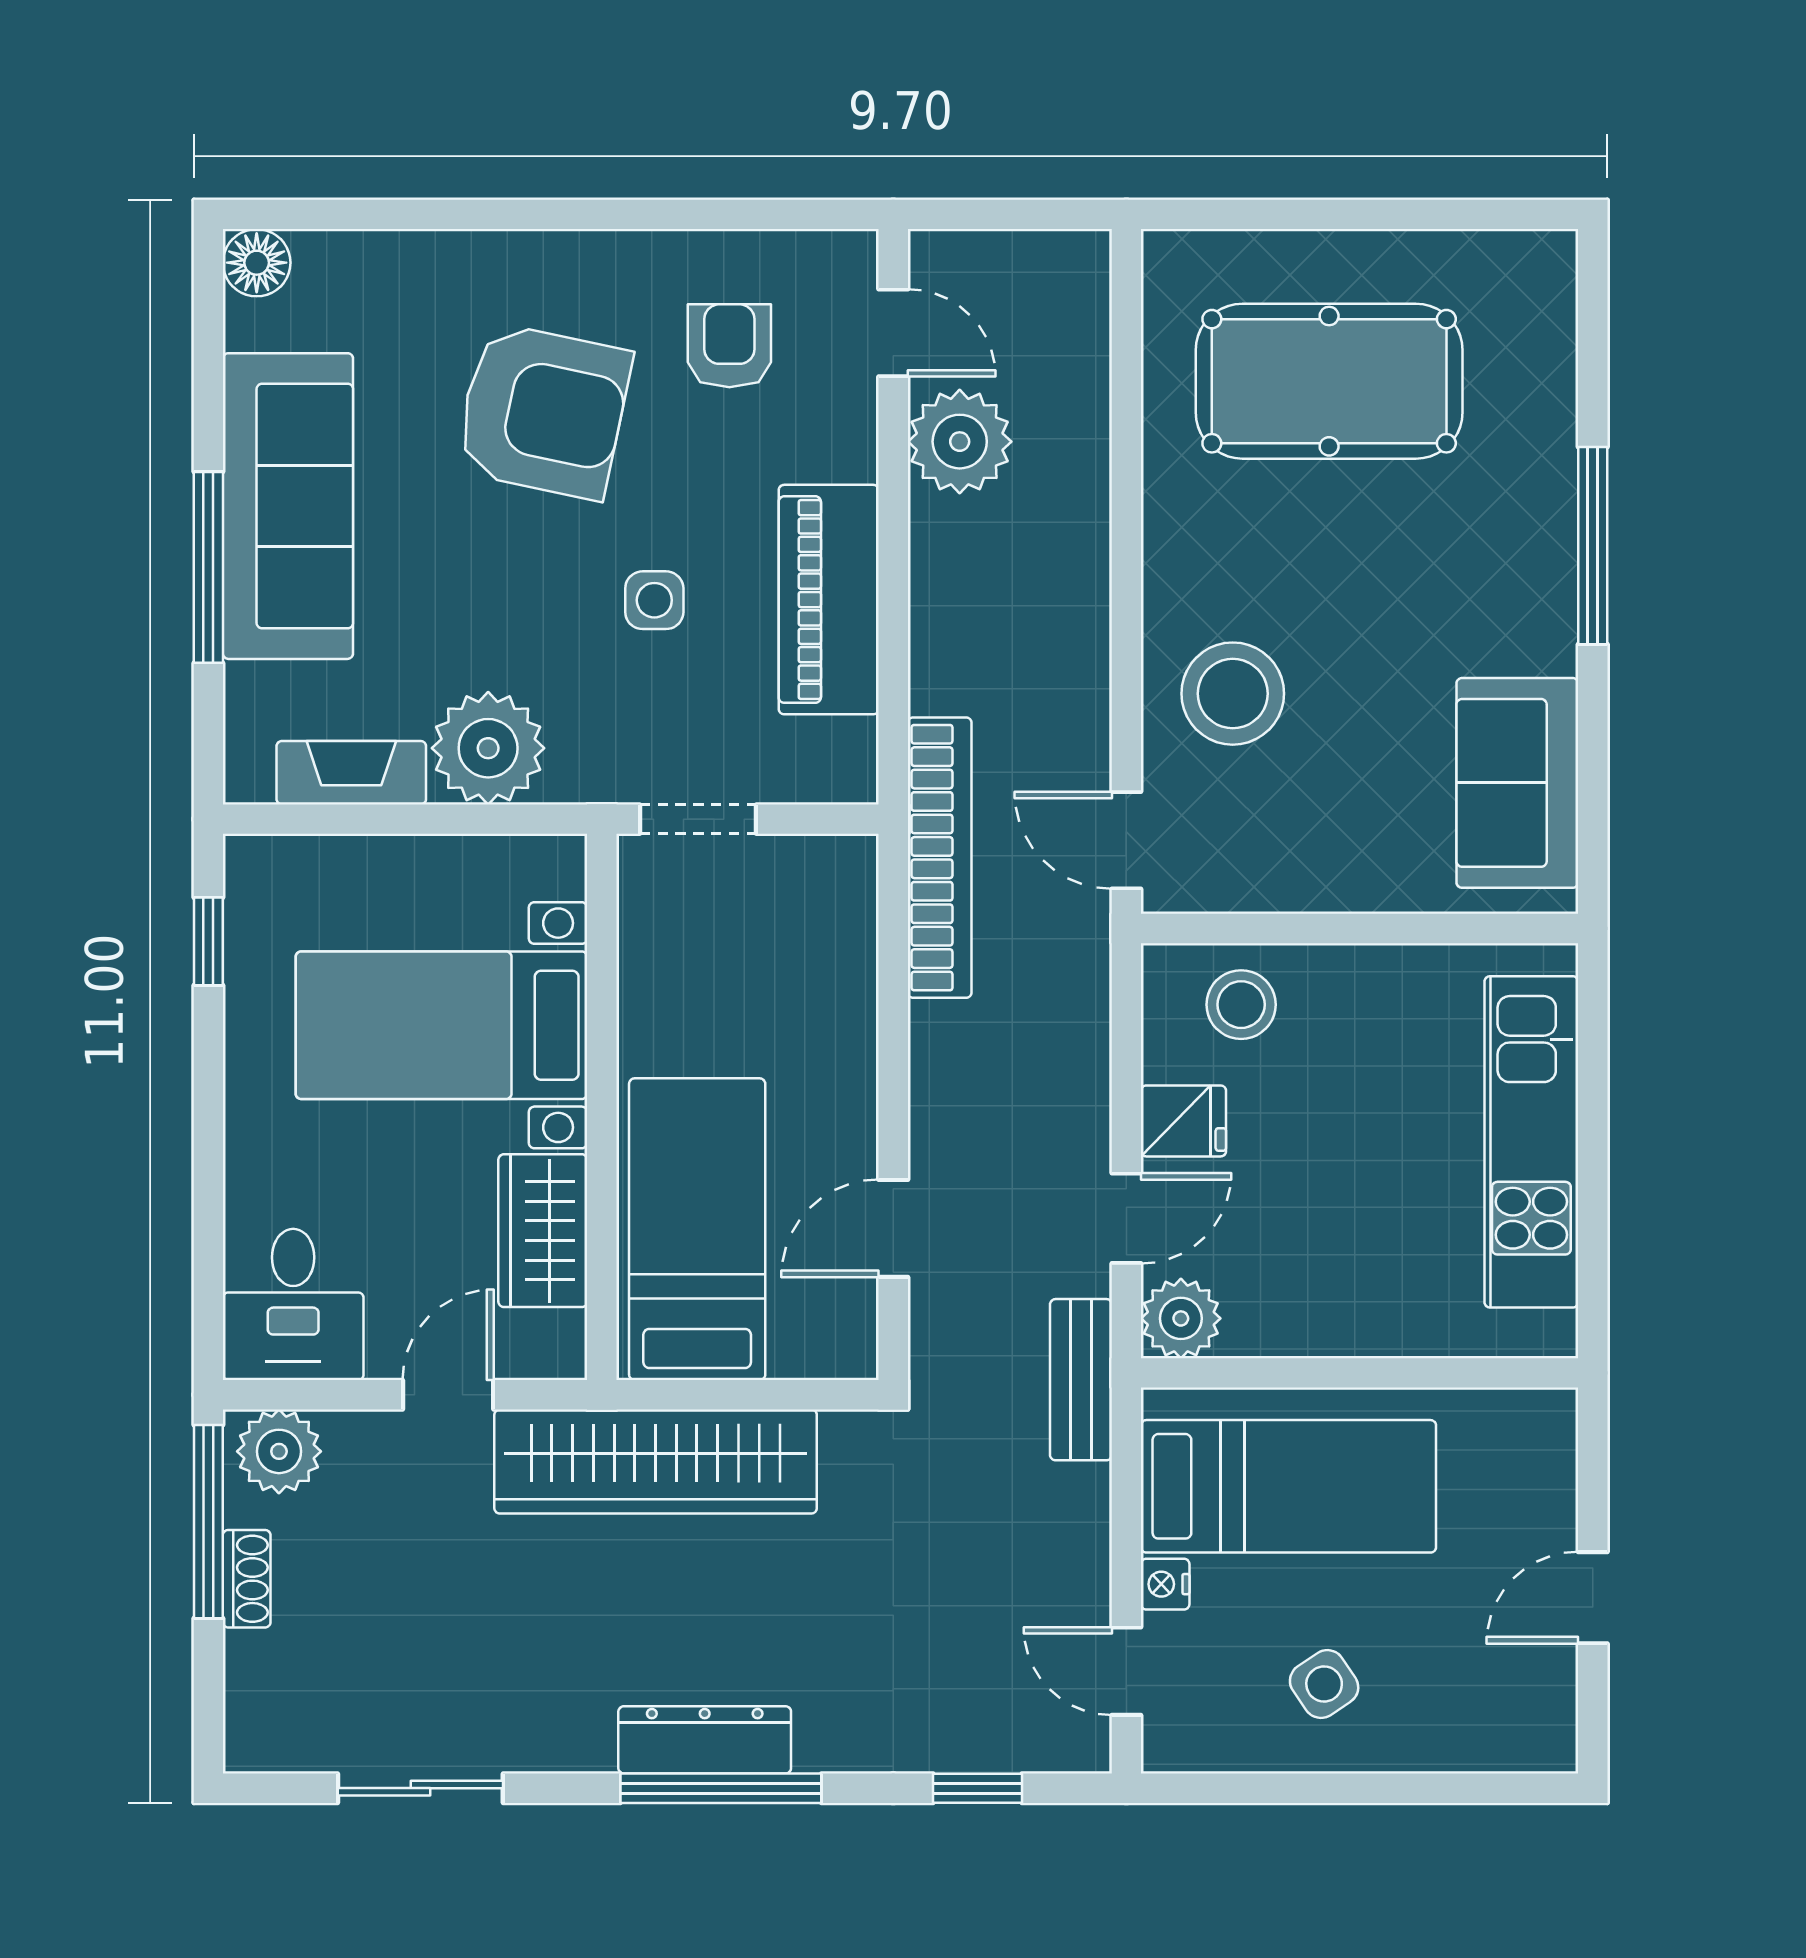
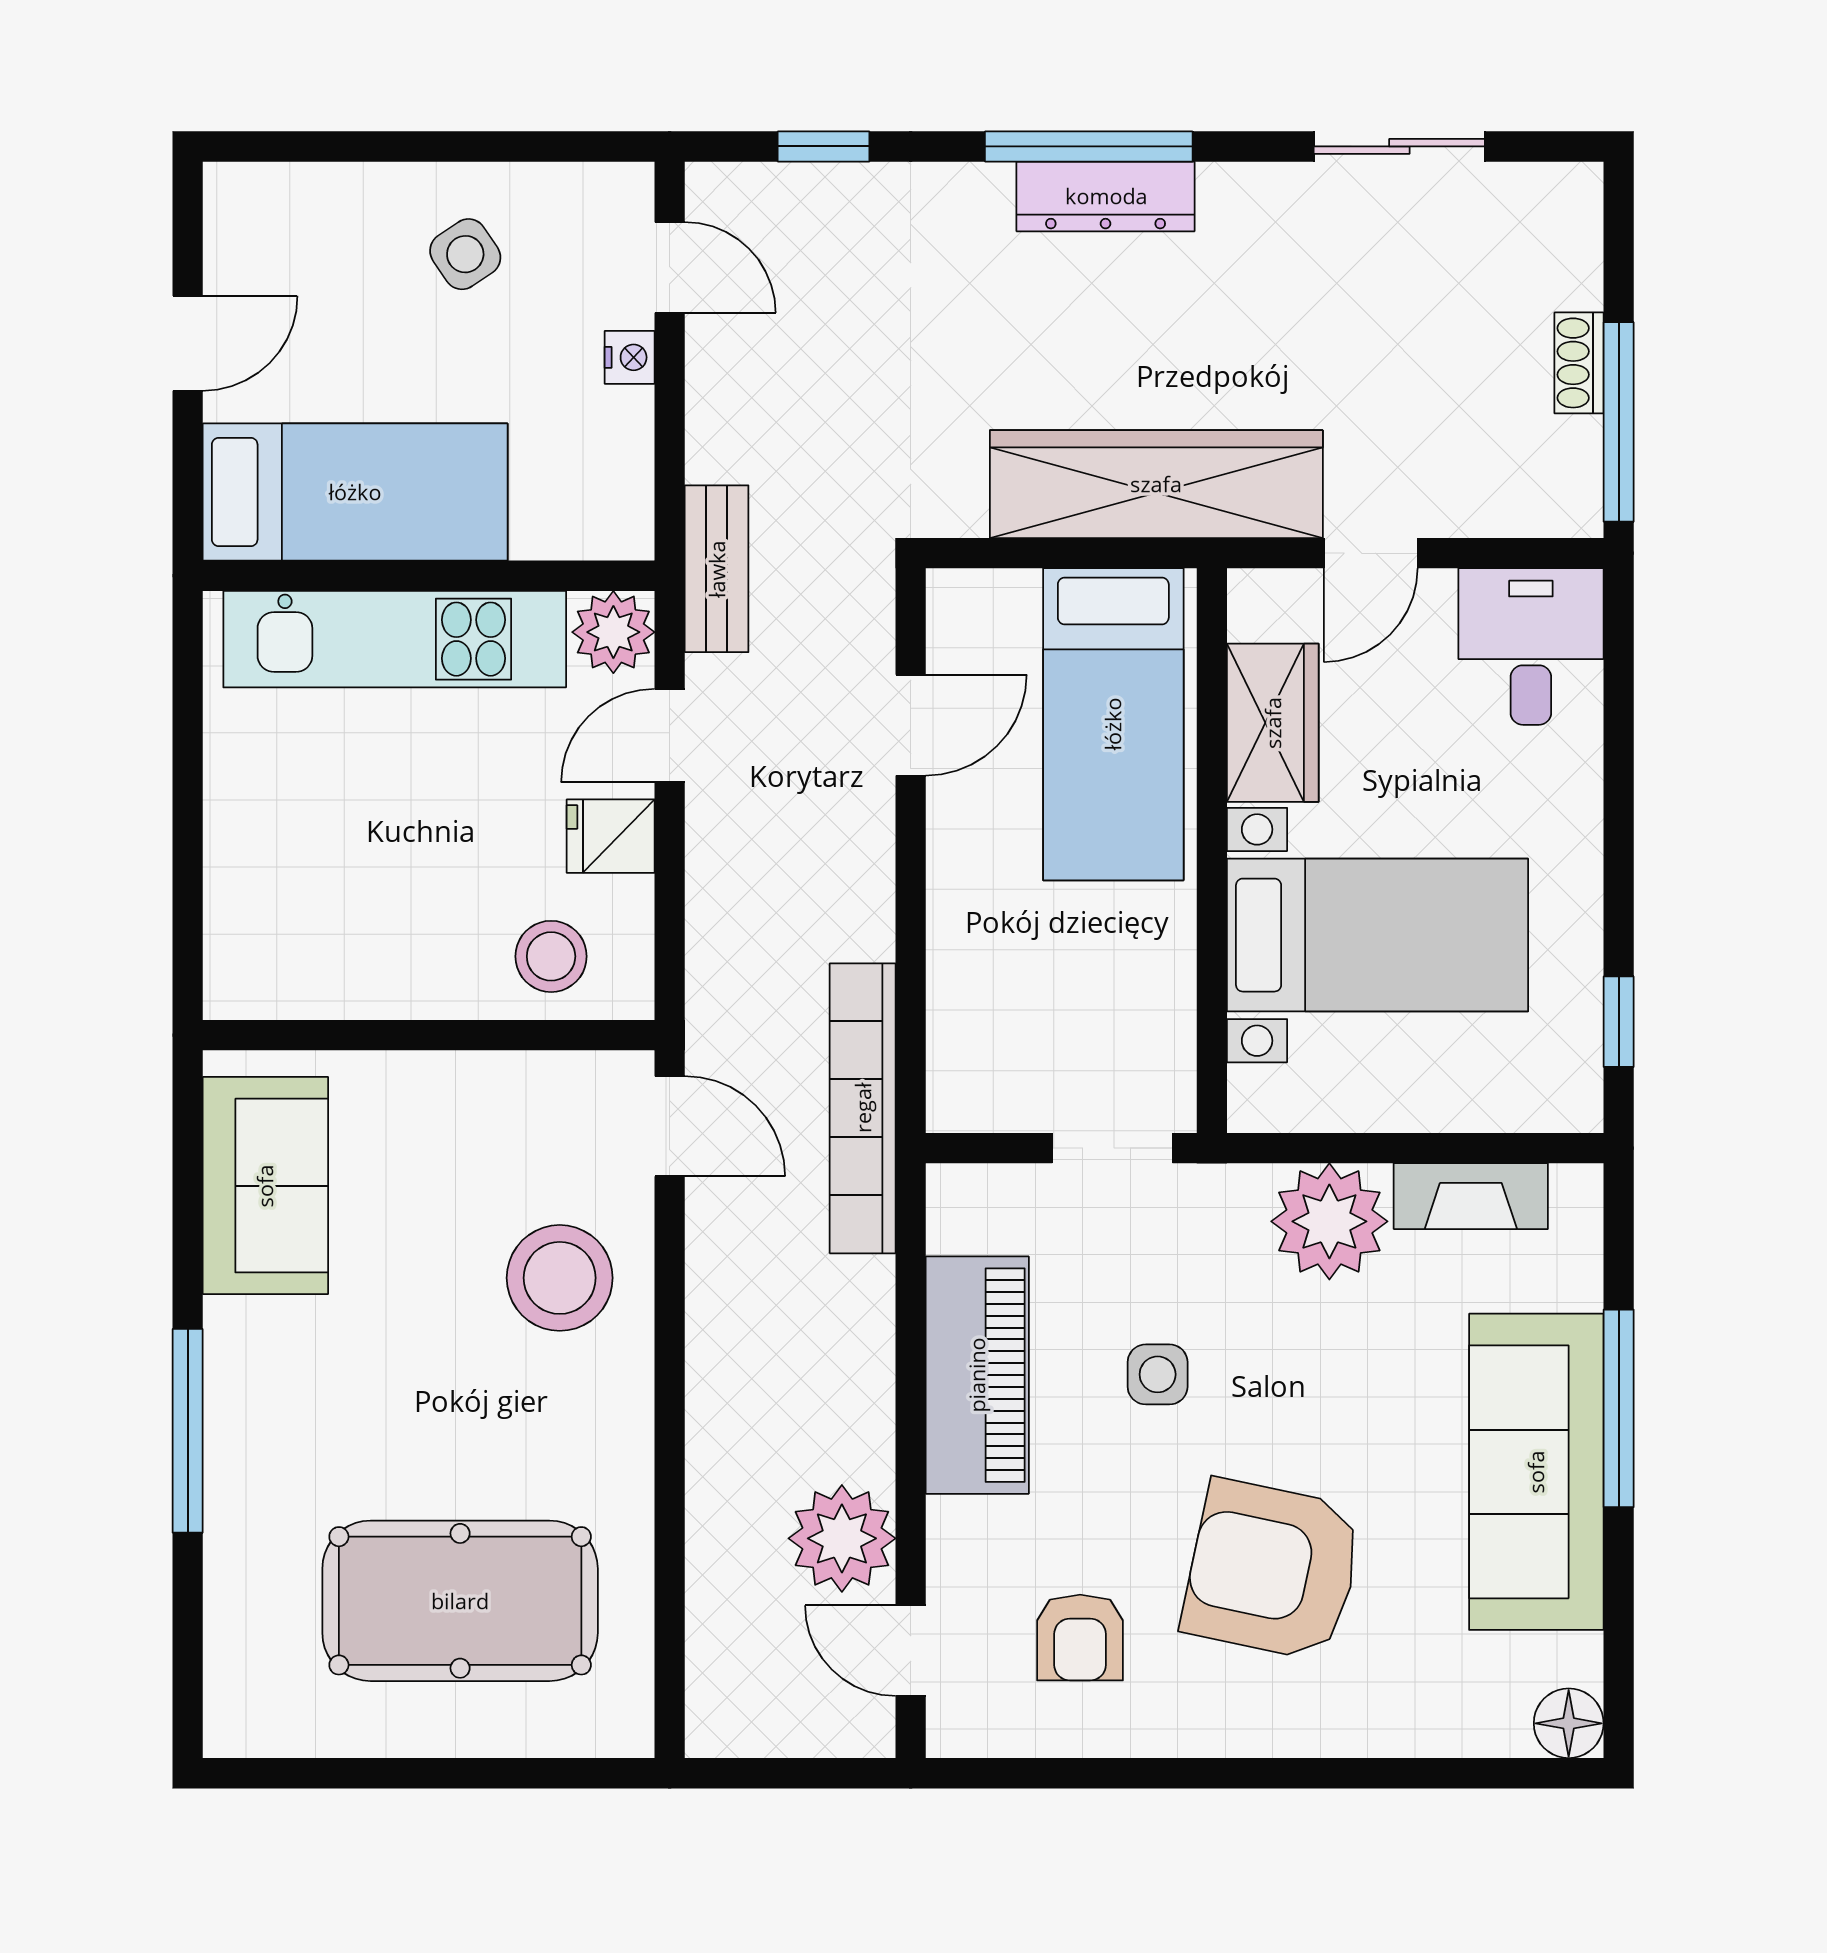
kitchen unit: (1531, 1142) -> (395, 639), moved, turned 90
plant: (279, 1451) -> (1546, 495), removed
bed: (1288, 1486) -> (355, 492), moved, turned 180

